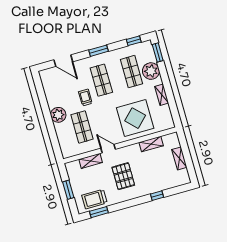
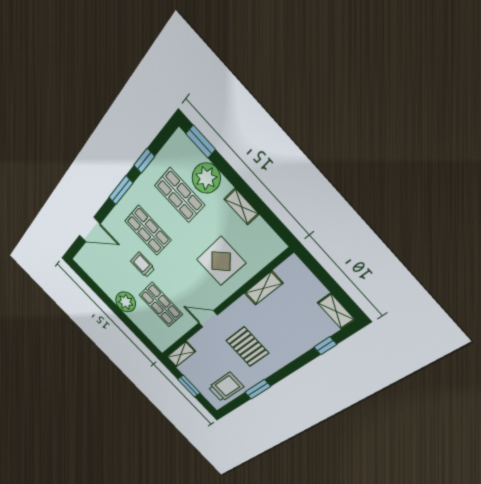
window: (134, 41) -> (144, 161), moved
display table: (135, 118) -> (221, 261), width x0.73, depth x0.73
shelving: (179, 158) -> (336, 311), moved
shelving: (91, 161) -> (181, 354), moved
window: (157, 196) -> (325, 346), moved
trolley: (94, 199) -> (226, 387), turned 180
window: (99, 212) -> (258, 389), moved

